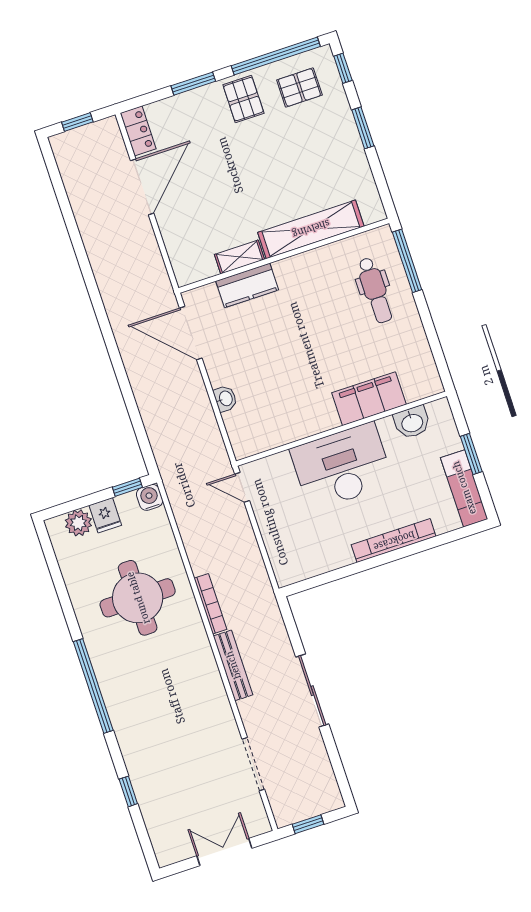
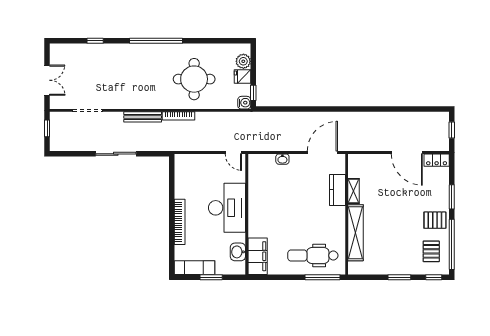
dental chair: (375, 290) -> (313, 256), width x1.36, depth x1.38
filing cabinet: (369, 399) -> (258, 256), moved
door: (242, 487) -> (233, 152), swing flipped

